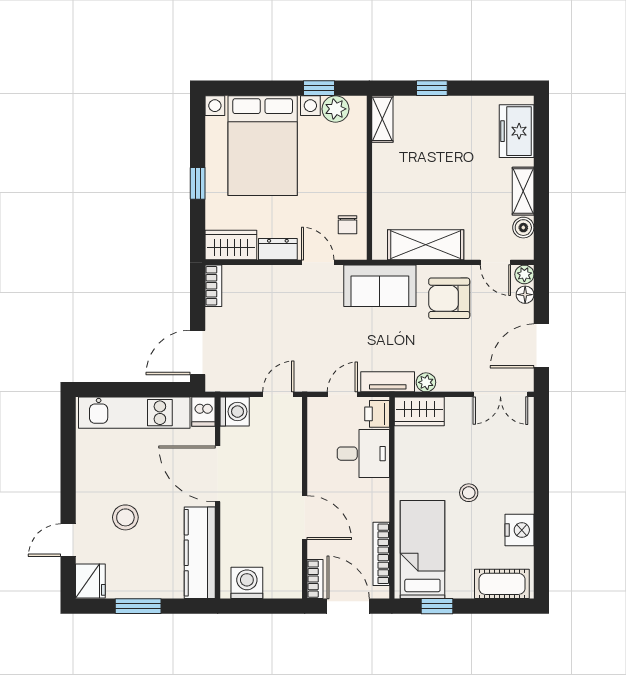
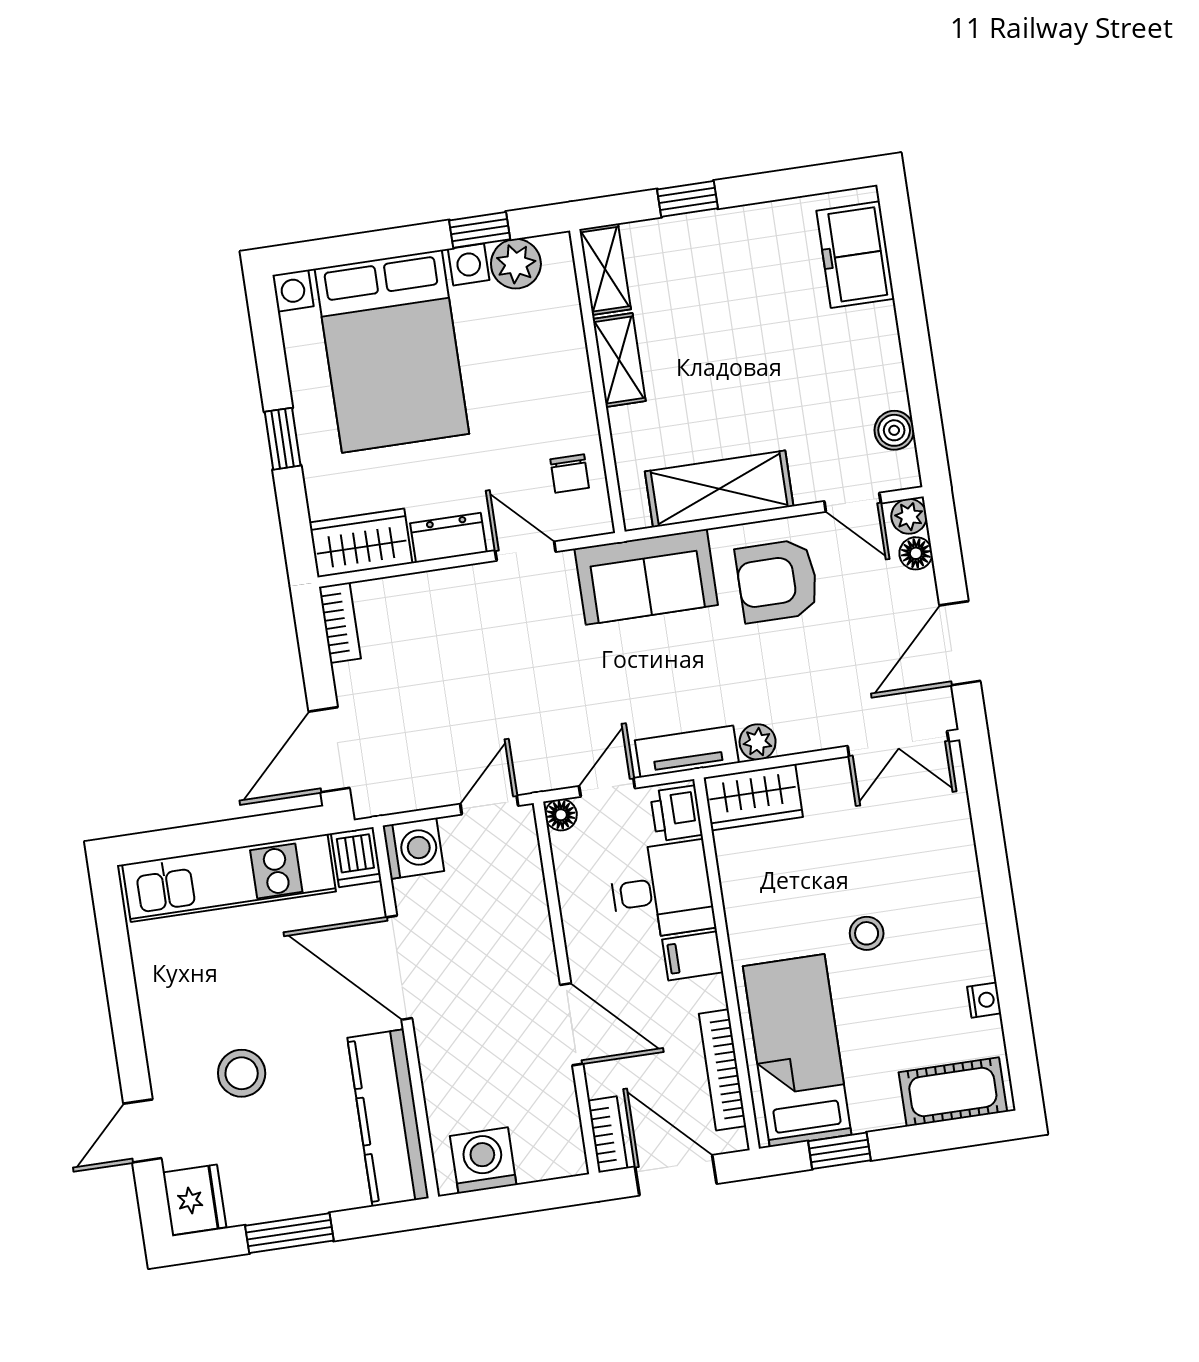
shelving: (523, 191) -> (619, 360), moved
floor lamp: (316, 405) -> (561, 815), added
filing cabinet: (374, 491) -> (693, 956), added
nightstand: (520, 530) -> (984, 1000), width x0.53, depth x0.56

